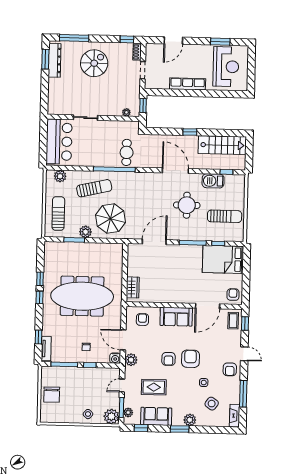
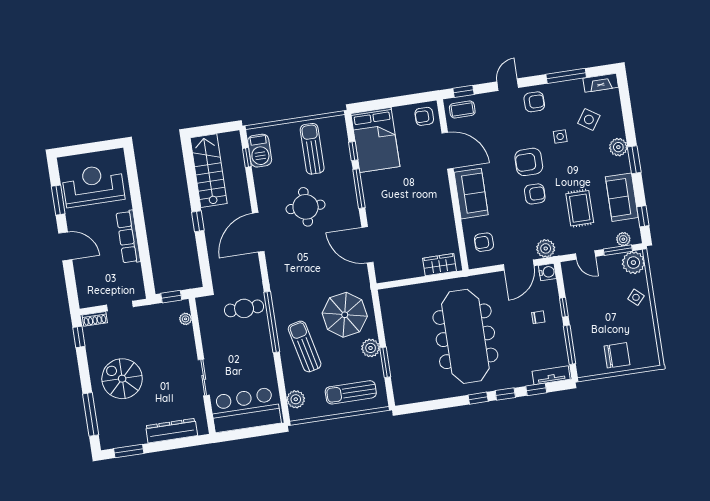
door: (173, 41) -> (65, 246), moved
dresser: (55, 60) -> (172, 431), moved
barbecue: (213, 181) -> (260, 151), moved
window: (40, 279) -> (505, 394), moved

